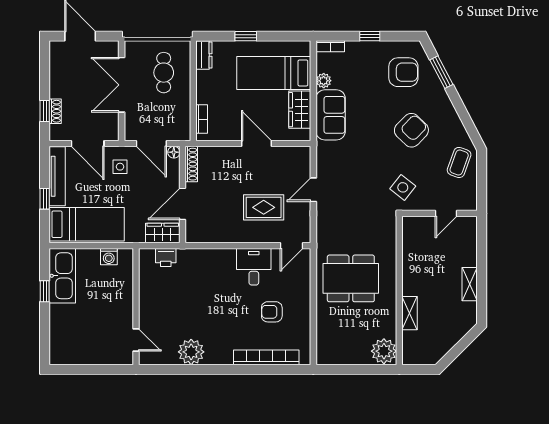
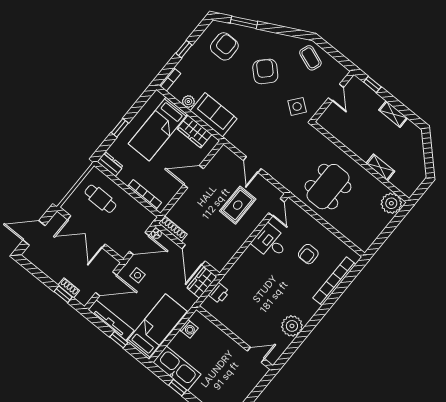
bookcase: (202, 119) -> (145, 195), width x1.56
window: (482, 242) -> (372, 84), added

